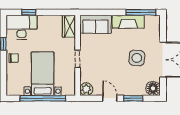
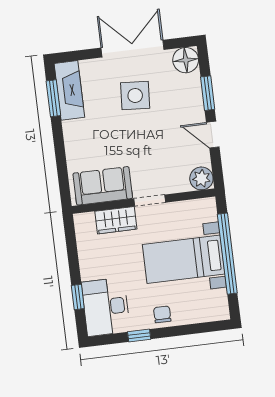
window: (141, 12) -> (53, 98), width x0.69
fireplace: (128, 22) -> (69, 90), moved
sofa: (96, 24) -> (103, 186), moved, turned -90
wardrobe: (69, 26) -> (116, 220), moved
door: (110, 98) -> (213, 135), hinge flipped

